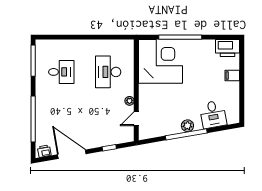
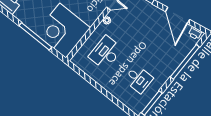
desk: (61, 72) -> (138, 79), turned 180
desk: (108, 72) -> (106, 53), turned 180

